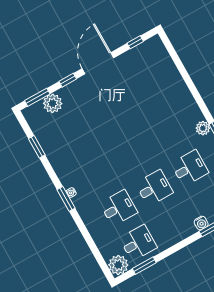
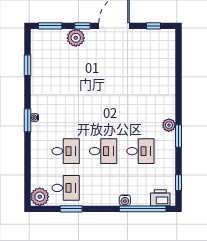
plant: (53, 103) -> (76, 38), moved
window: (144, 266) -> (71, 209), moved

